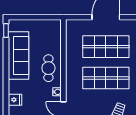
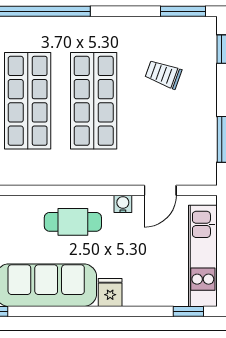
fridge: (15, 100) -> (110, 292), moved

